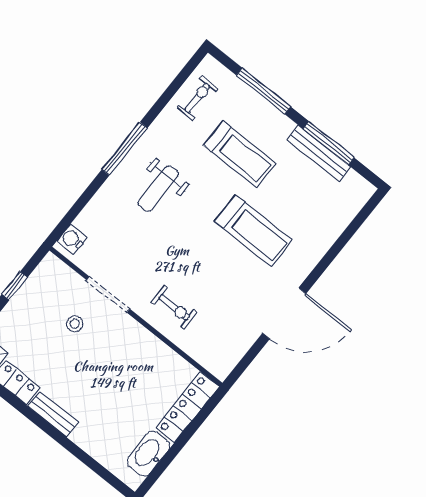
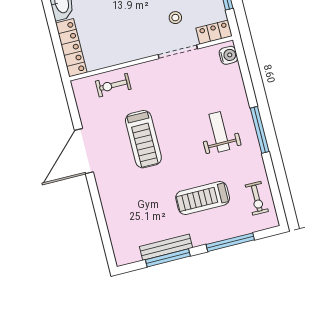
treadmill: (253, 231) -> (143, 139), moved, turned -90
locker: (59, 272) -> (214, 32), added
exercise bike: (174, 307) -> (113, 85), moved

